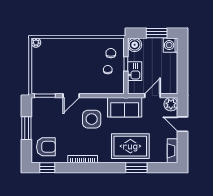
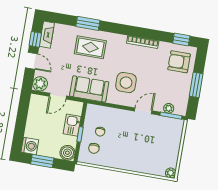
plant: (48, 102) -> (169, 108), added
window: (183, 145) -> (35, 39), added
rug: (130, 146) -> (90, 47), width x0.73, depth x0.70

